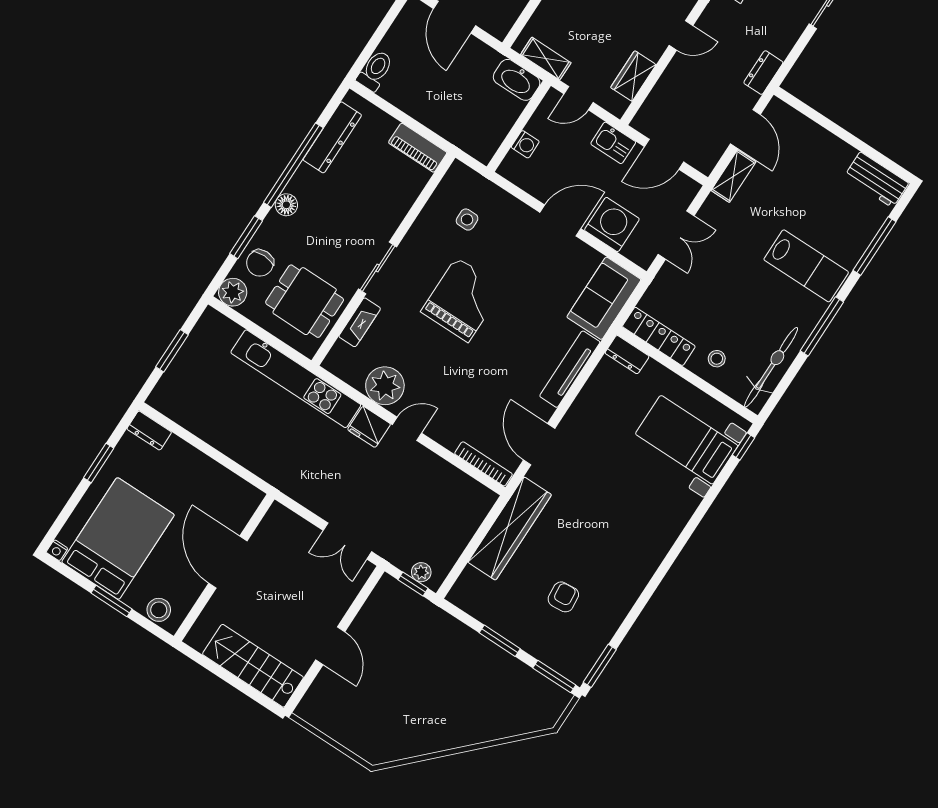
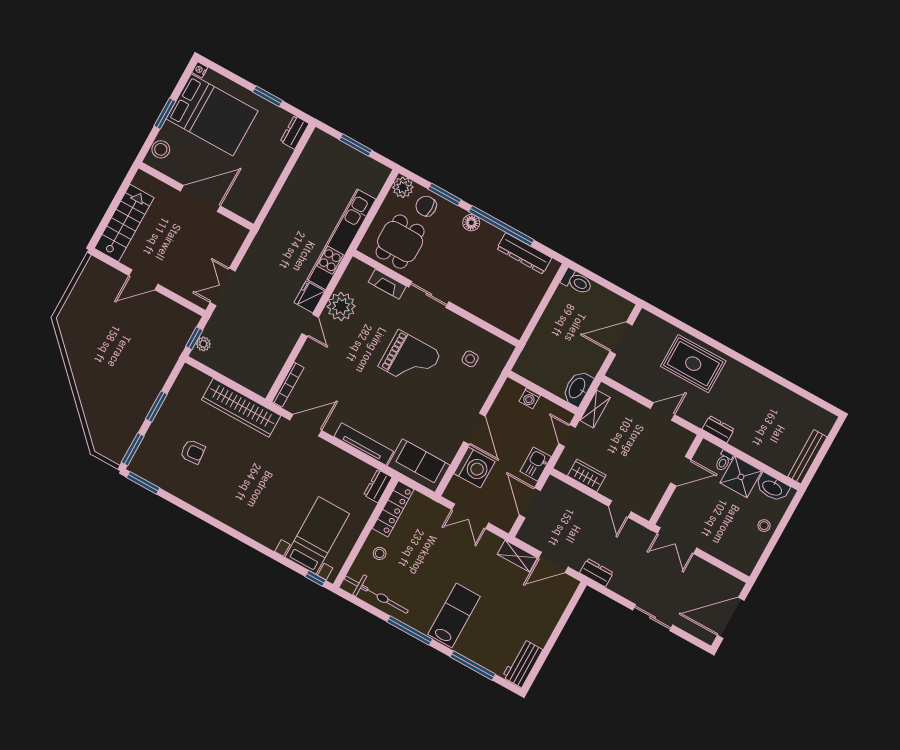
piano: (418, 148) -> (521, 318), removed
lab bench: (806, 266) -> (454, 615), turned 180

